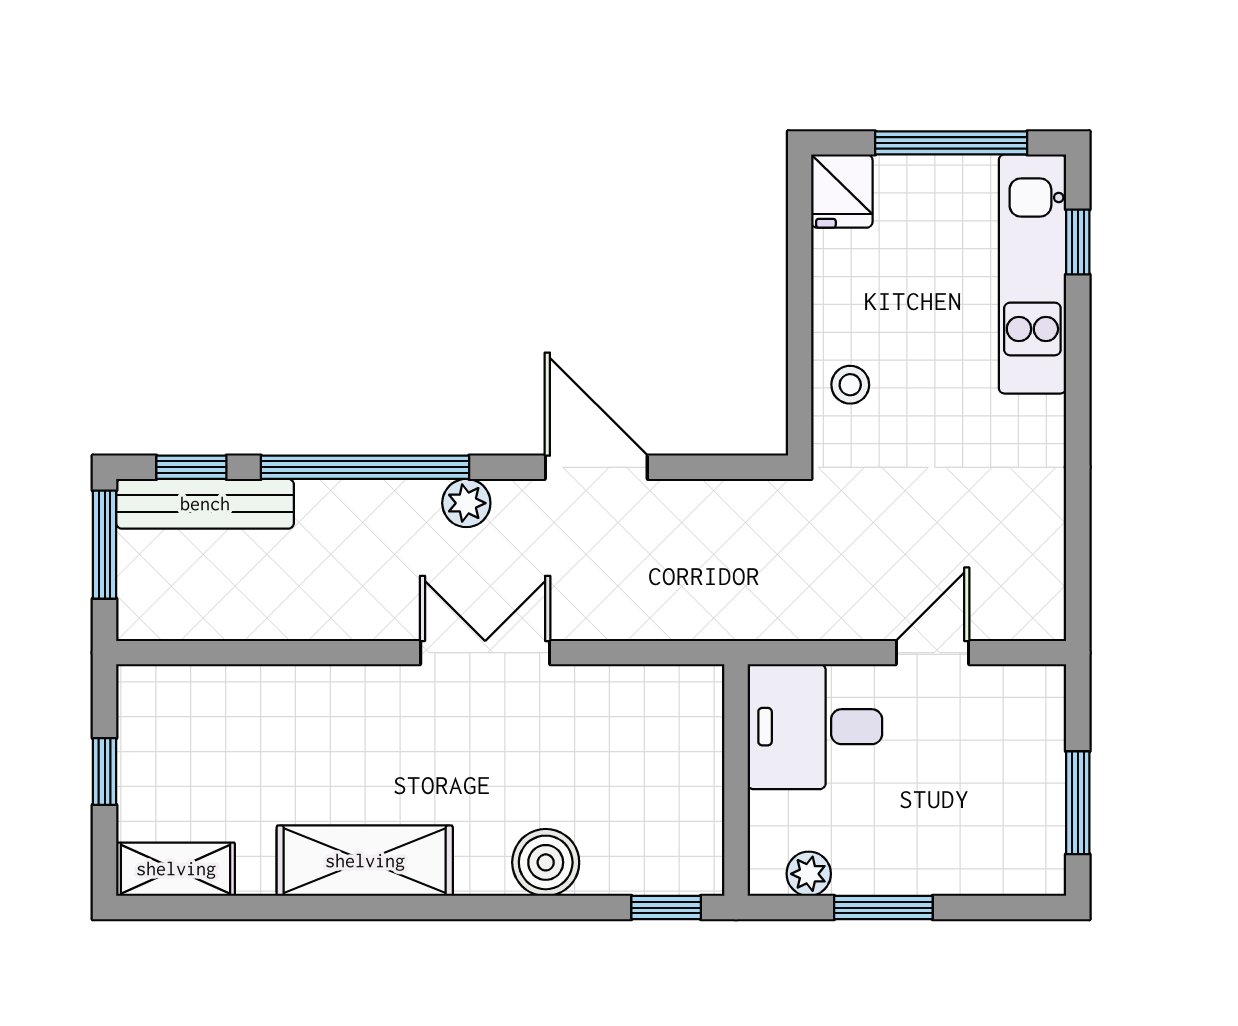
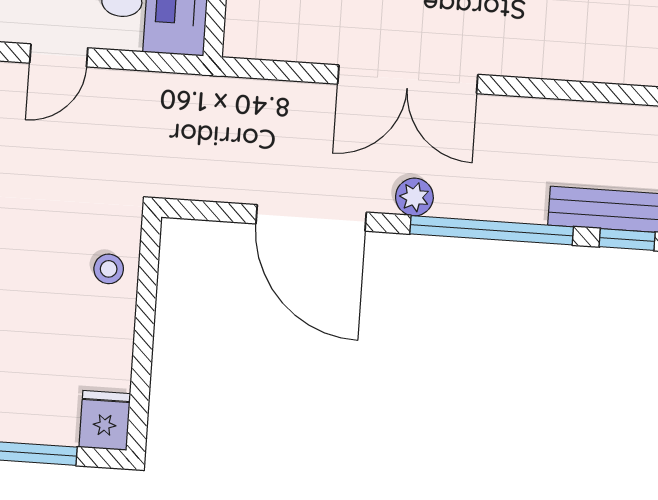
door: (596, 467) -> (311, 218), width x1.36
double door: (485, 653) -> (408, 79), width x1.37

